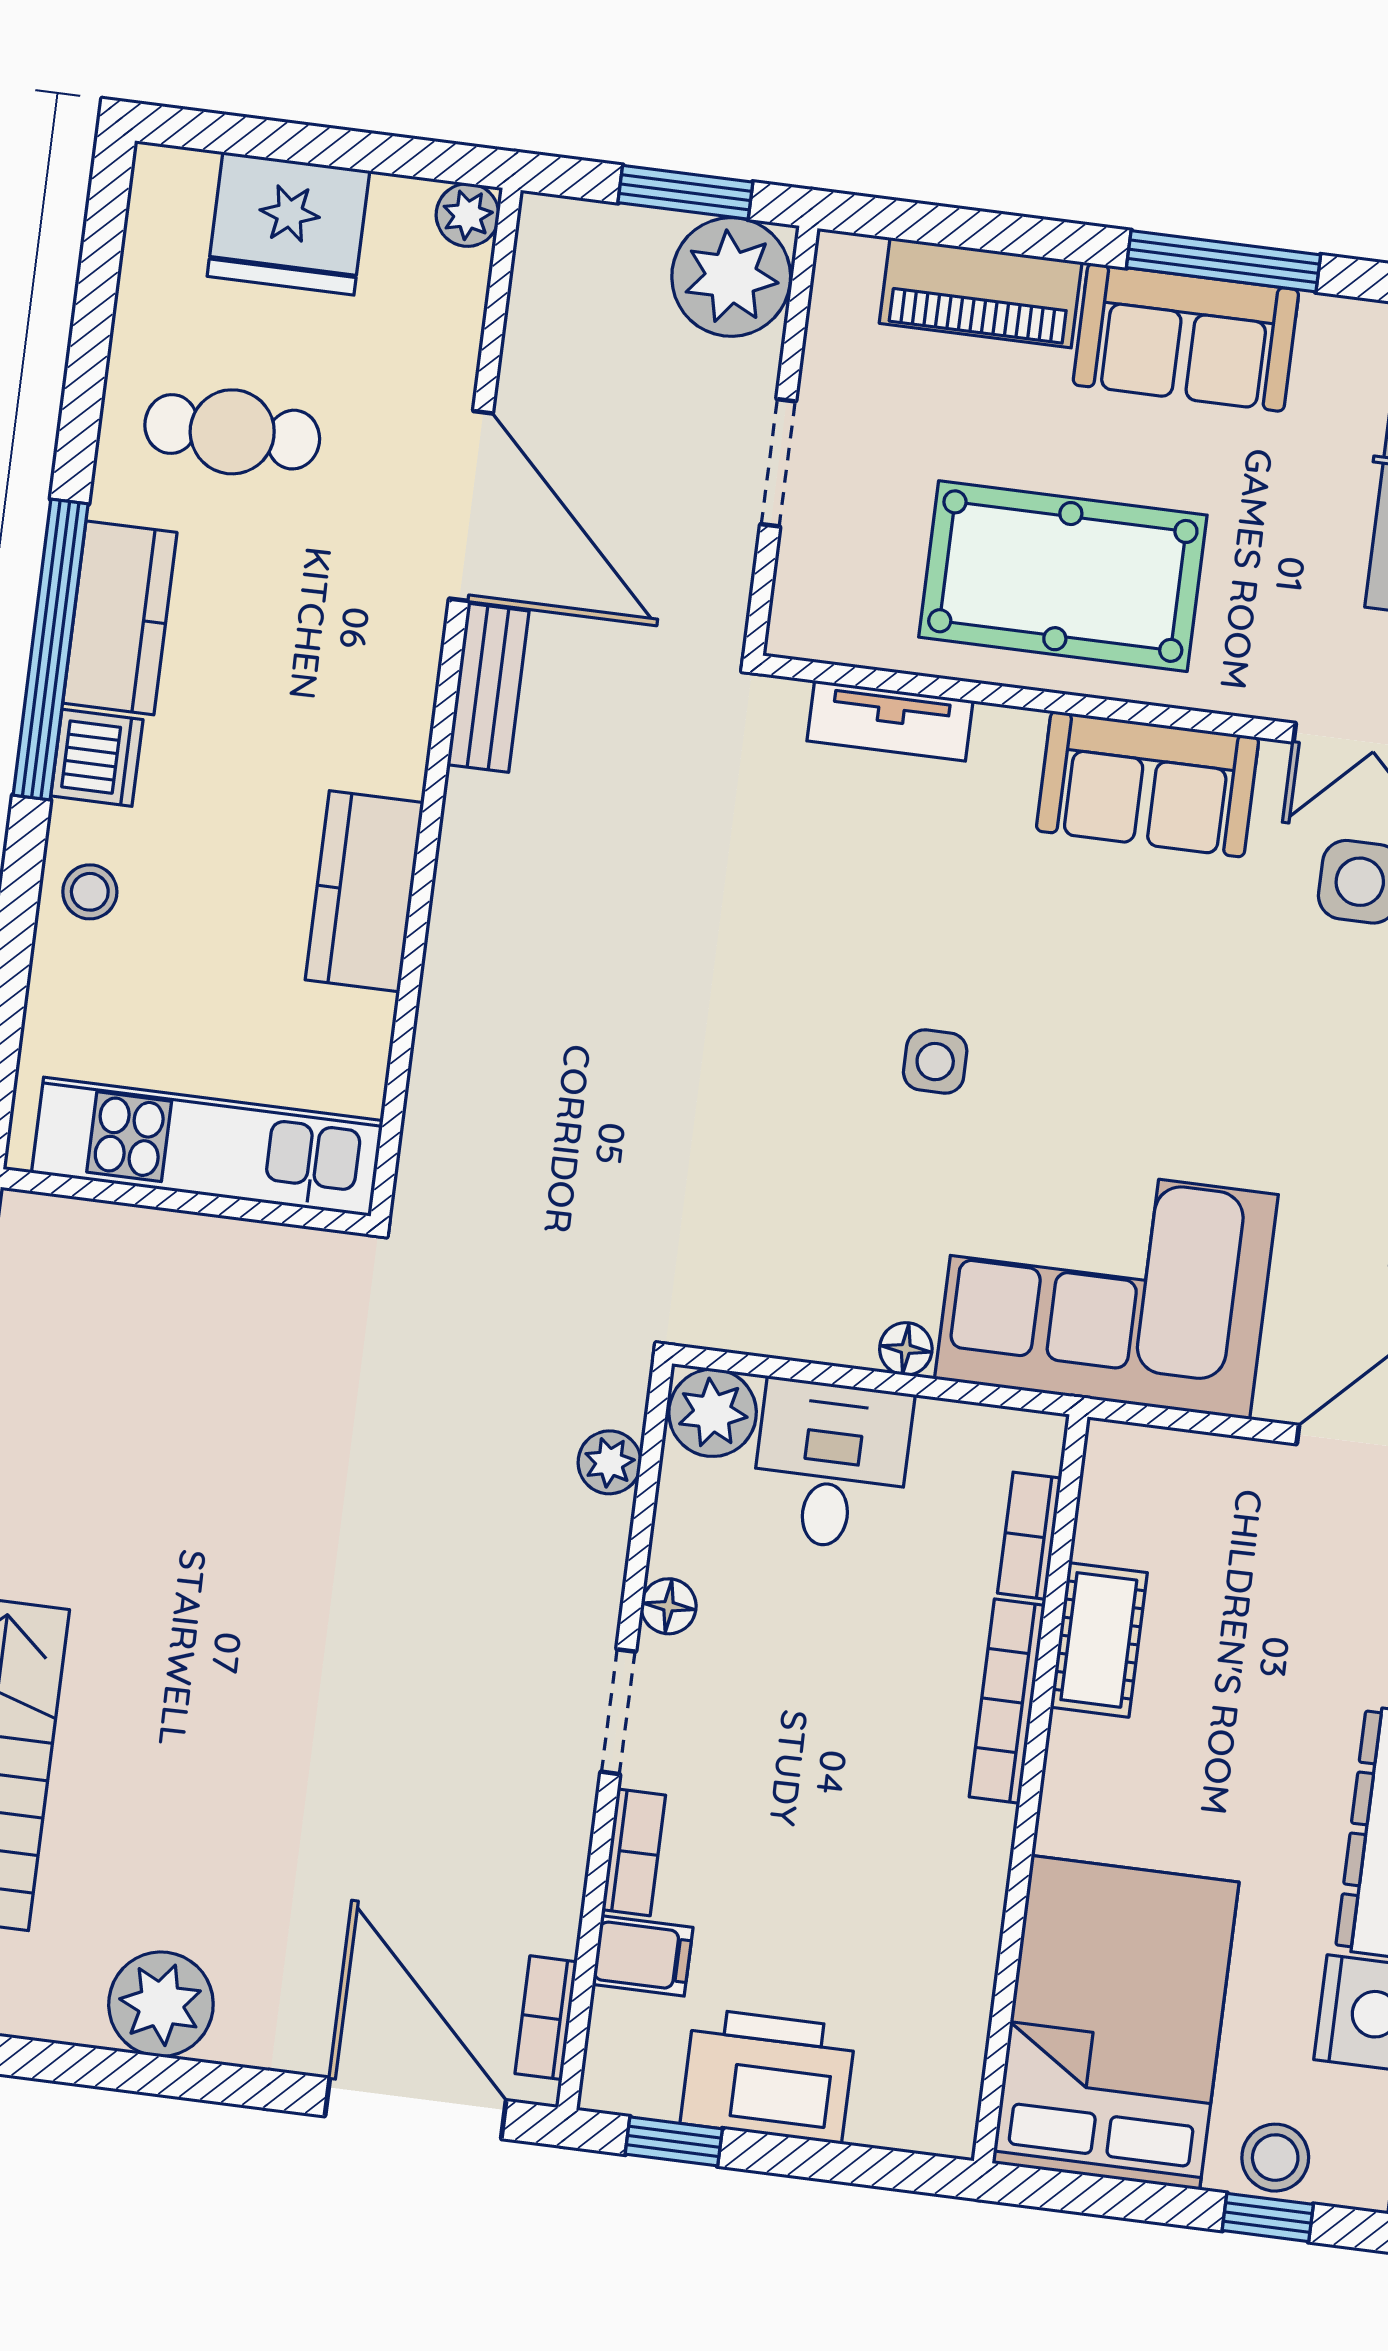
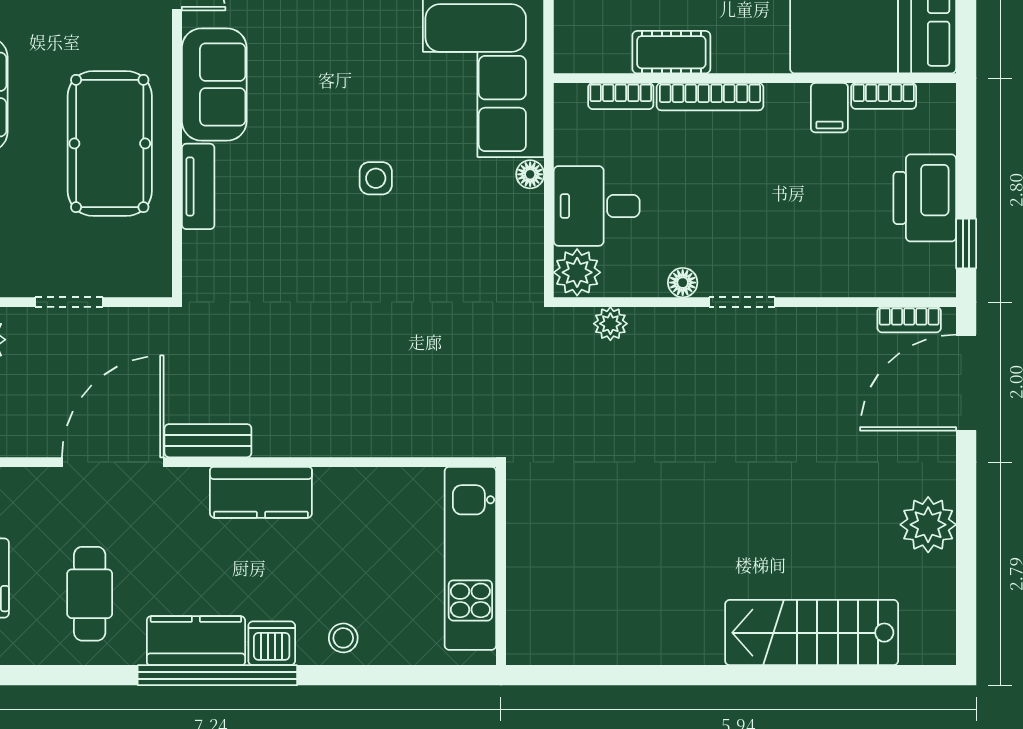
tv unit: (890, 721) -> (198, 186), moved
kitchen counter: (364, 891) -> (261, 492), moved
bookcase: (634, 1852) -> (884, 96), moved, turned 180
filing cabinet: (643, 1956) -> (829, 108), moved, turned 180

